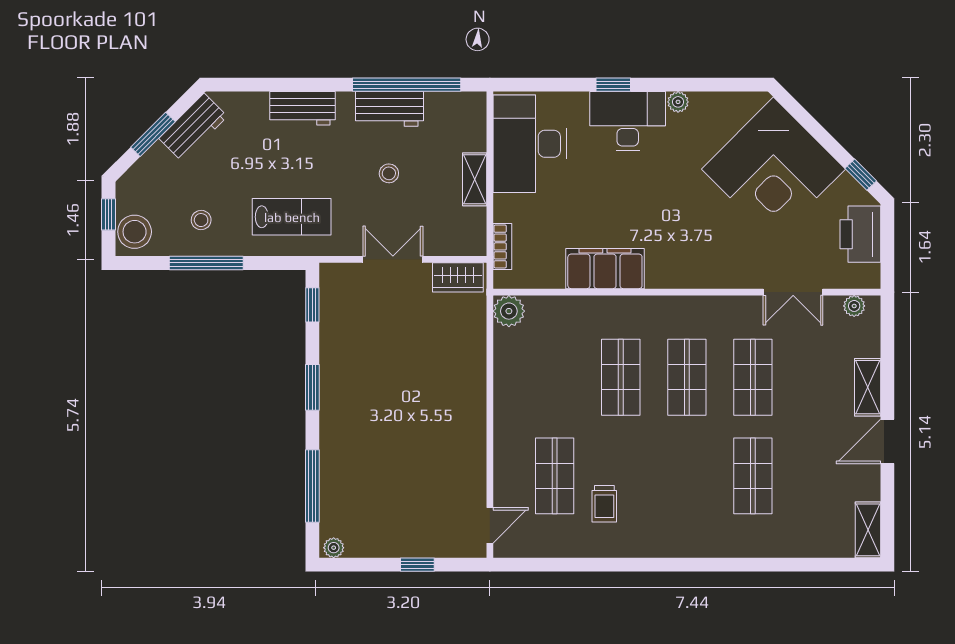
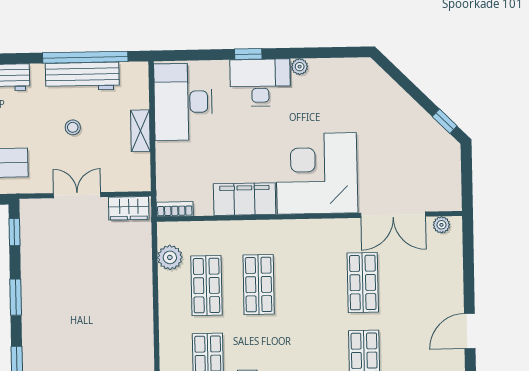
workbench: (390, 109) -> (82, 76), width x1.38
corner desk: (773, 169) -> (317, 173), moved, turned 135
printer: (860, 234) -> (445, 168), removed
bookcase: (502, 246) -> (175, 209), moved, turned -90
double door: (793, 292) -> (393, 215), width x1.37
plant: (509, 311) -> (170, 257), moved
shop shelf: (687, 377) -> (207, 286), moved
shelving: (868, 387) -> (453, 289), removed

